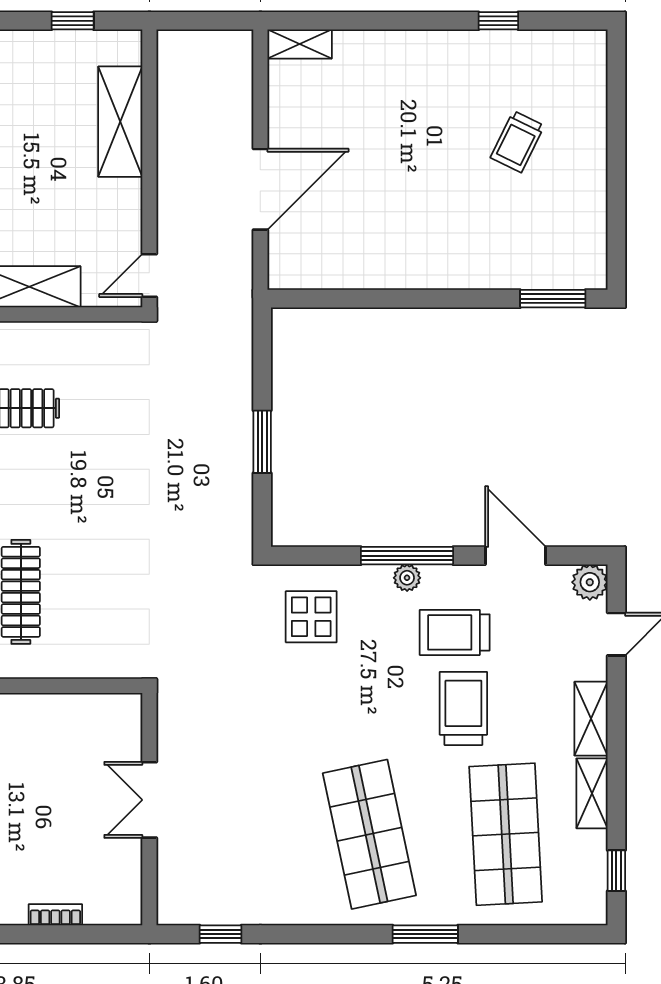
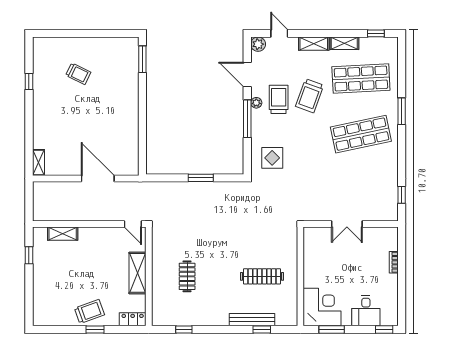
shelving: (120, 122) -> (63, 234), width x0.67, depth x0.75
door: (515, 556) -> (247, 75), hinge flipped
plant: (407, 578) -> (256, 103), moved
trolley: (455, 632) -> (279, 99), turned 180
trolley: (463, 708) -> (310, 96), turned -70

